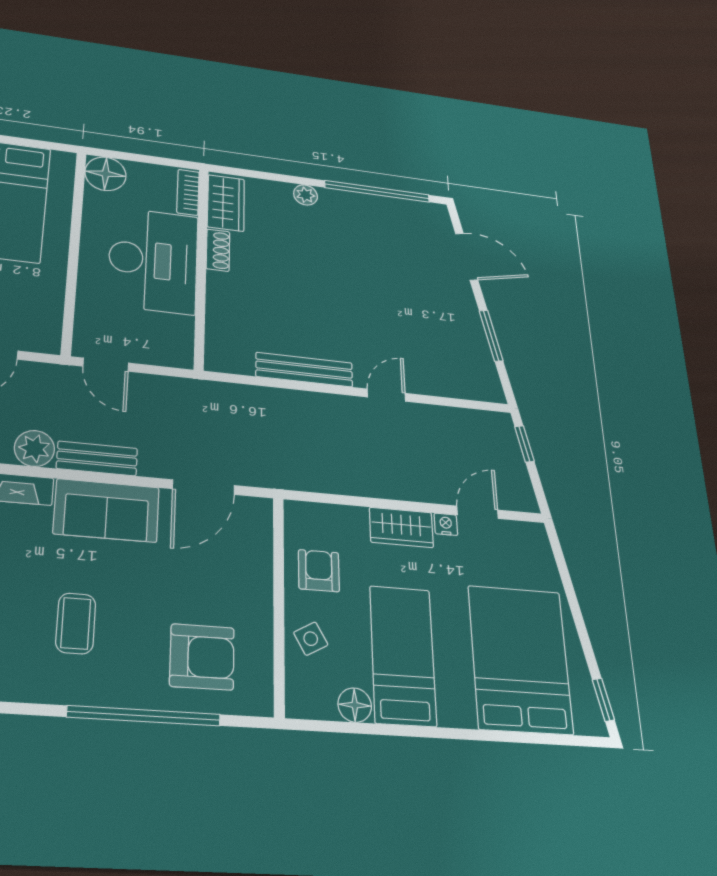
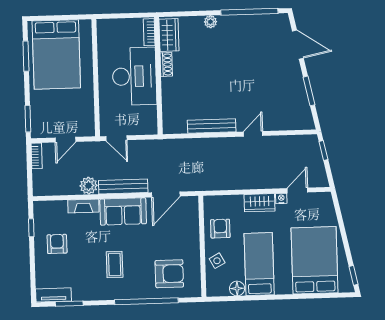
floor lamp: (106, 174) -> (107, 29), removed
bench: (97, 458) -> (123, 187), width x1.36

